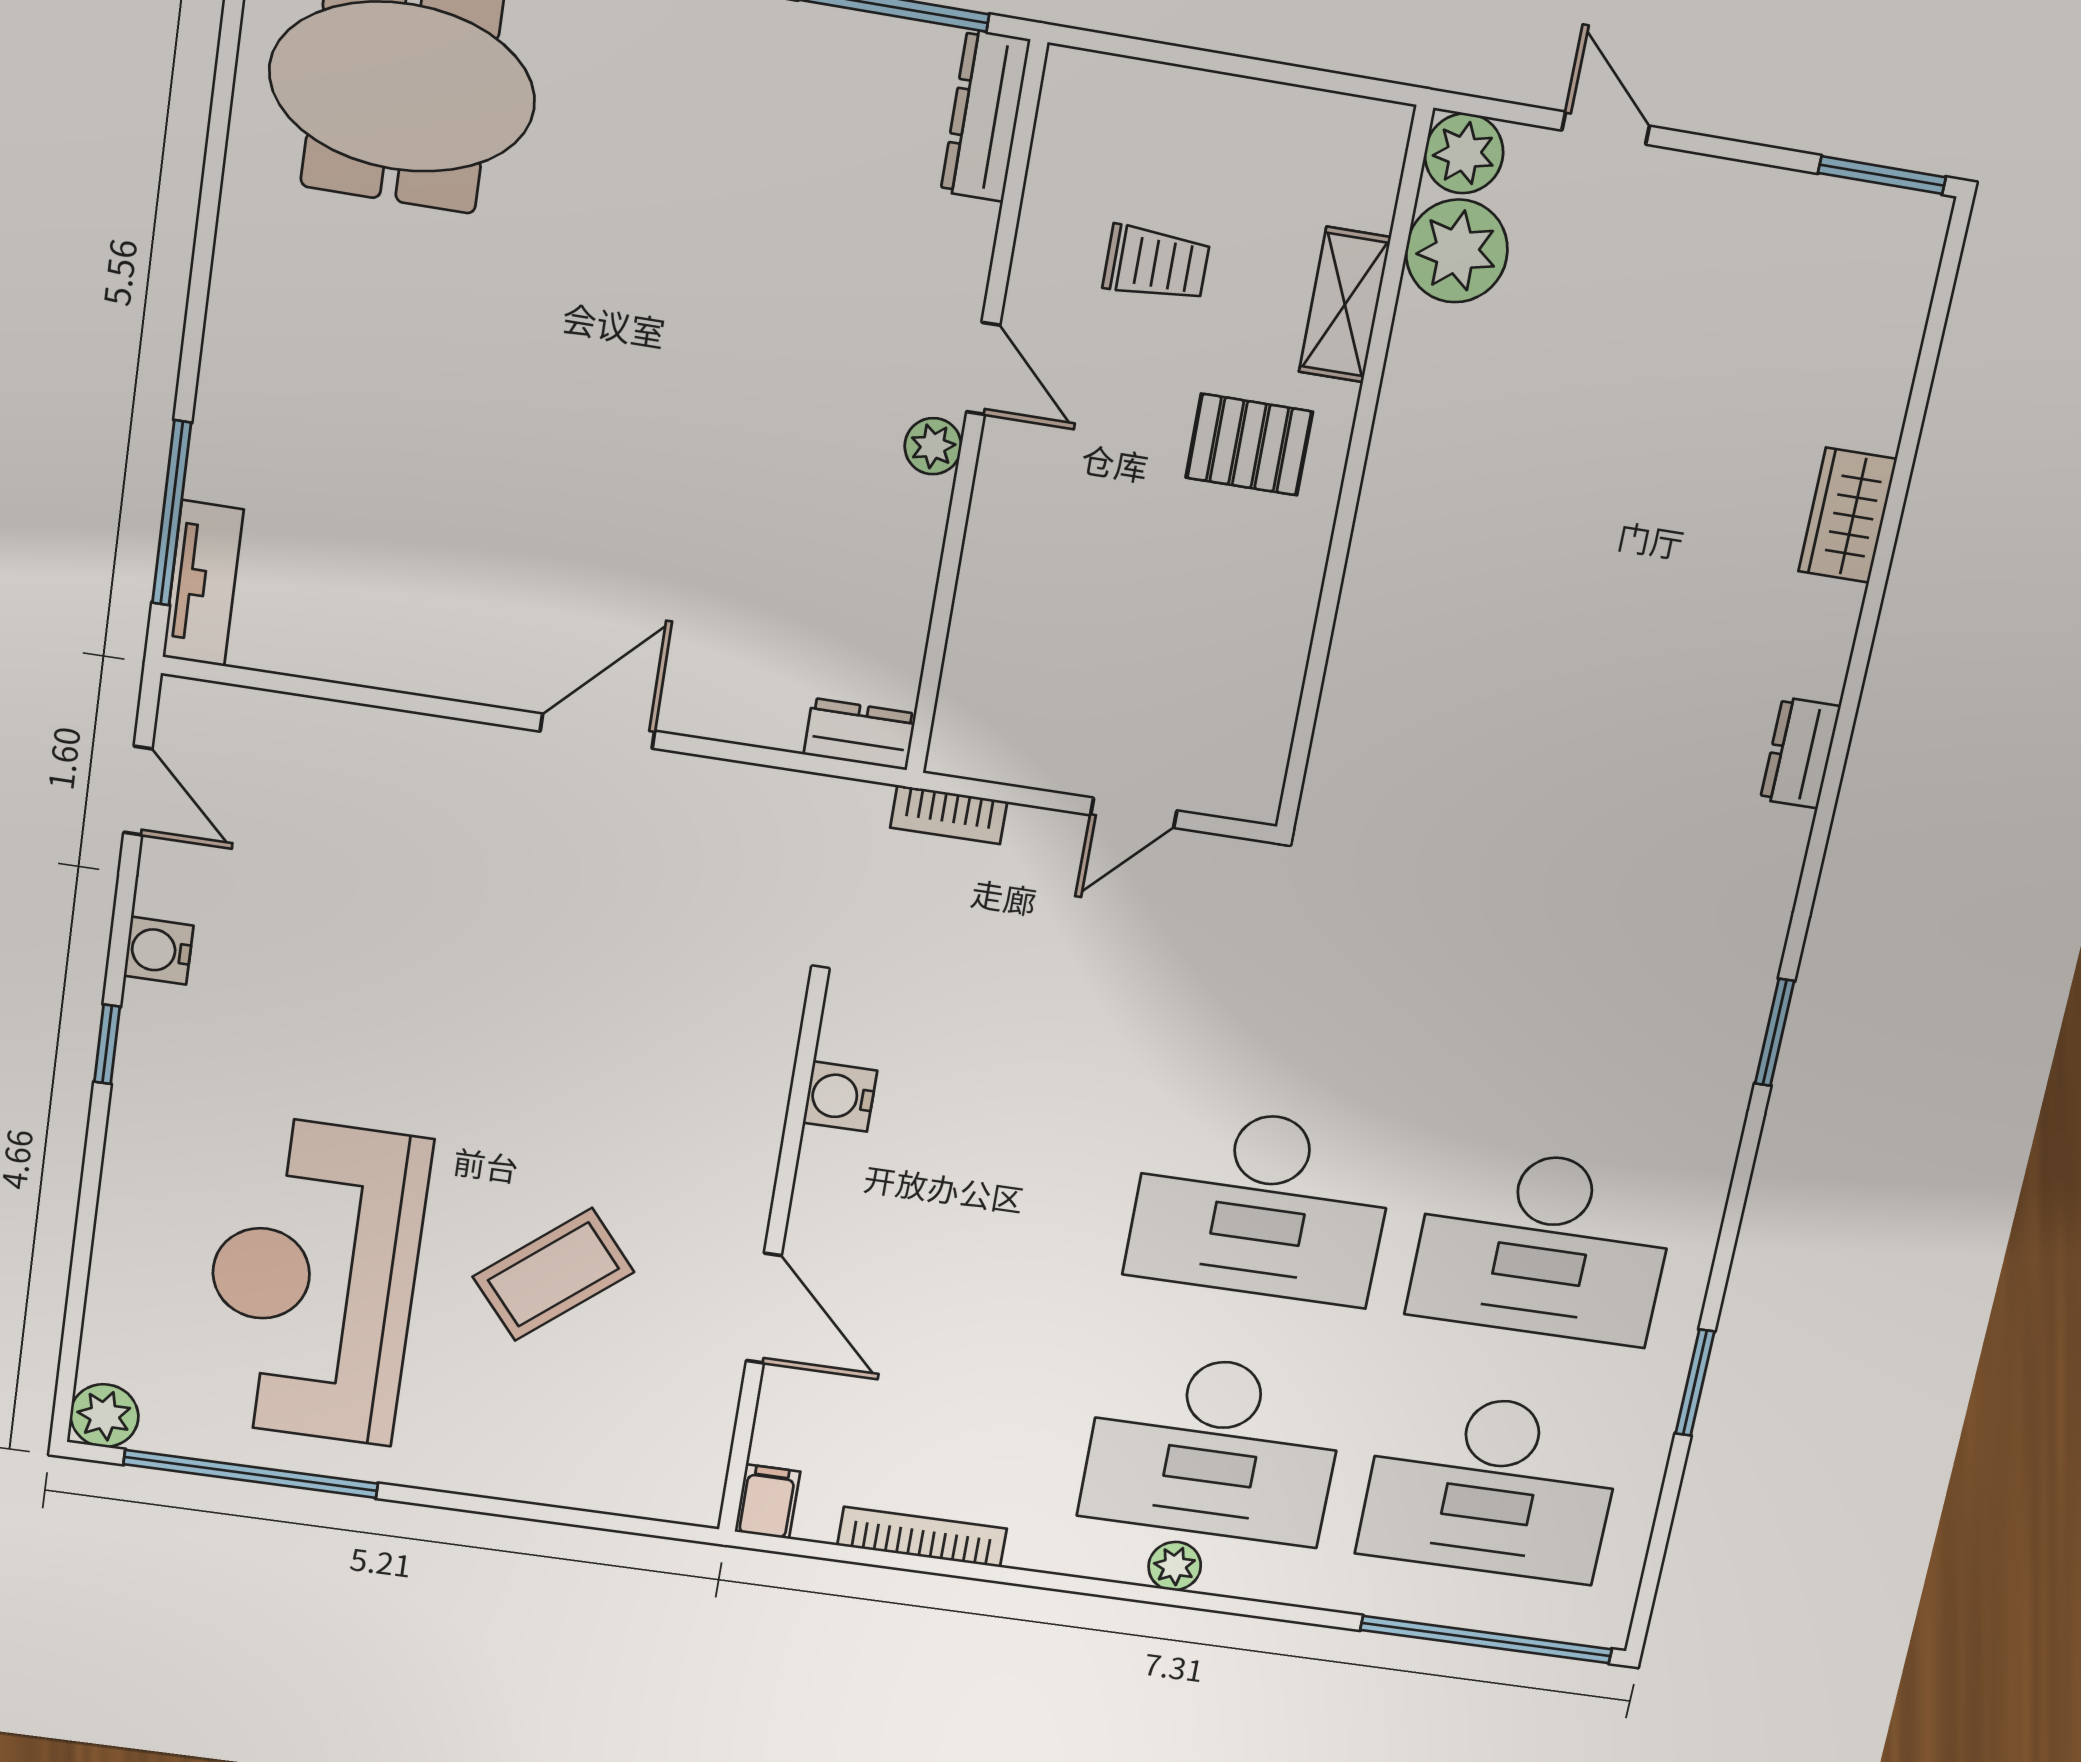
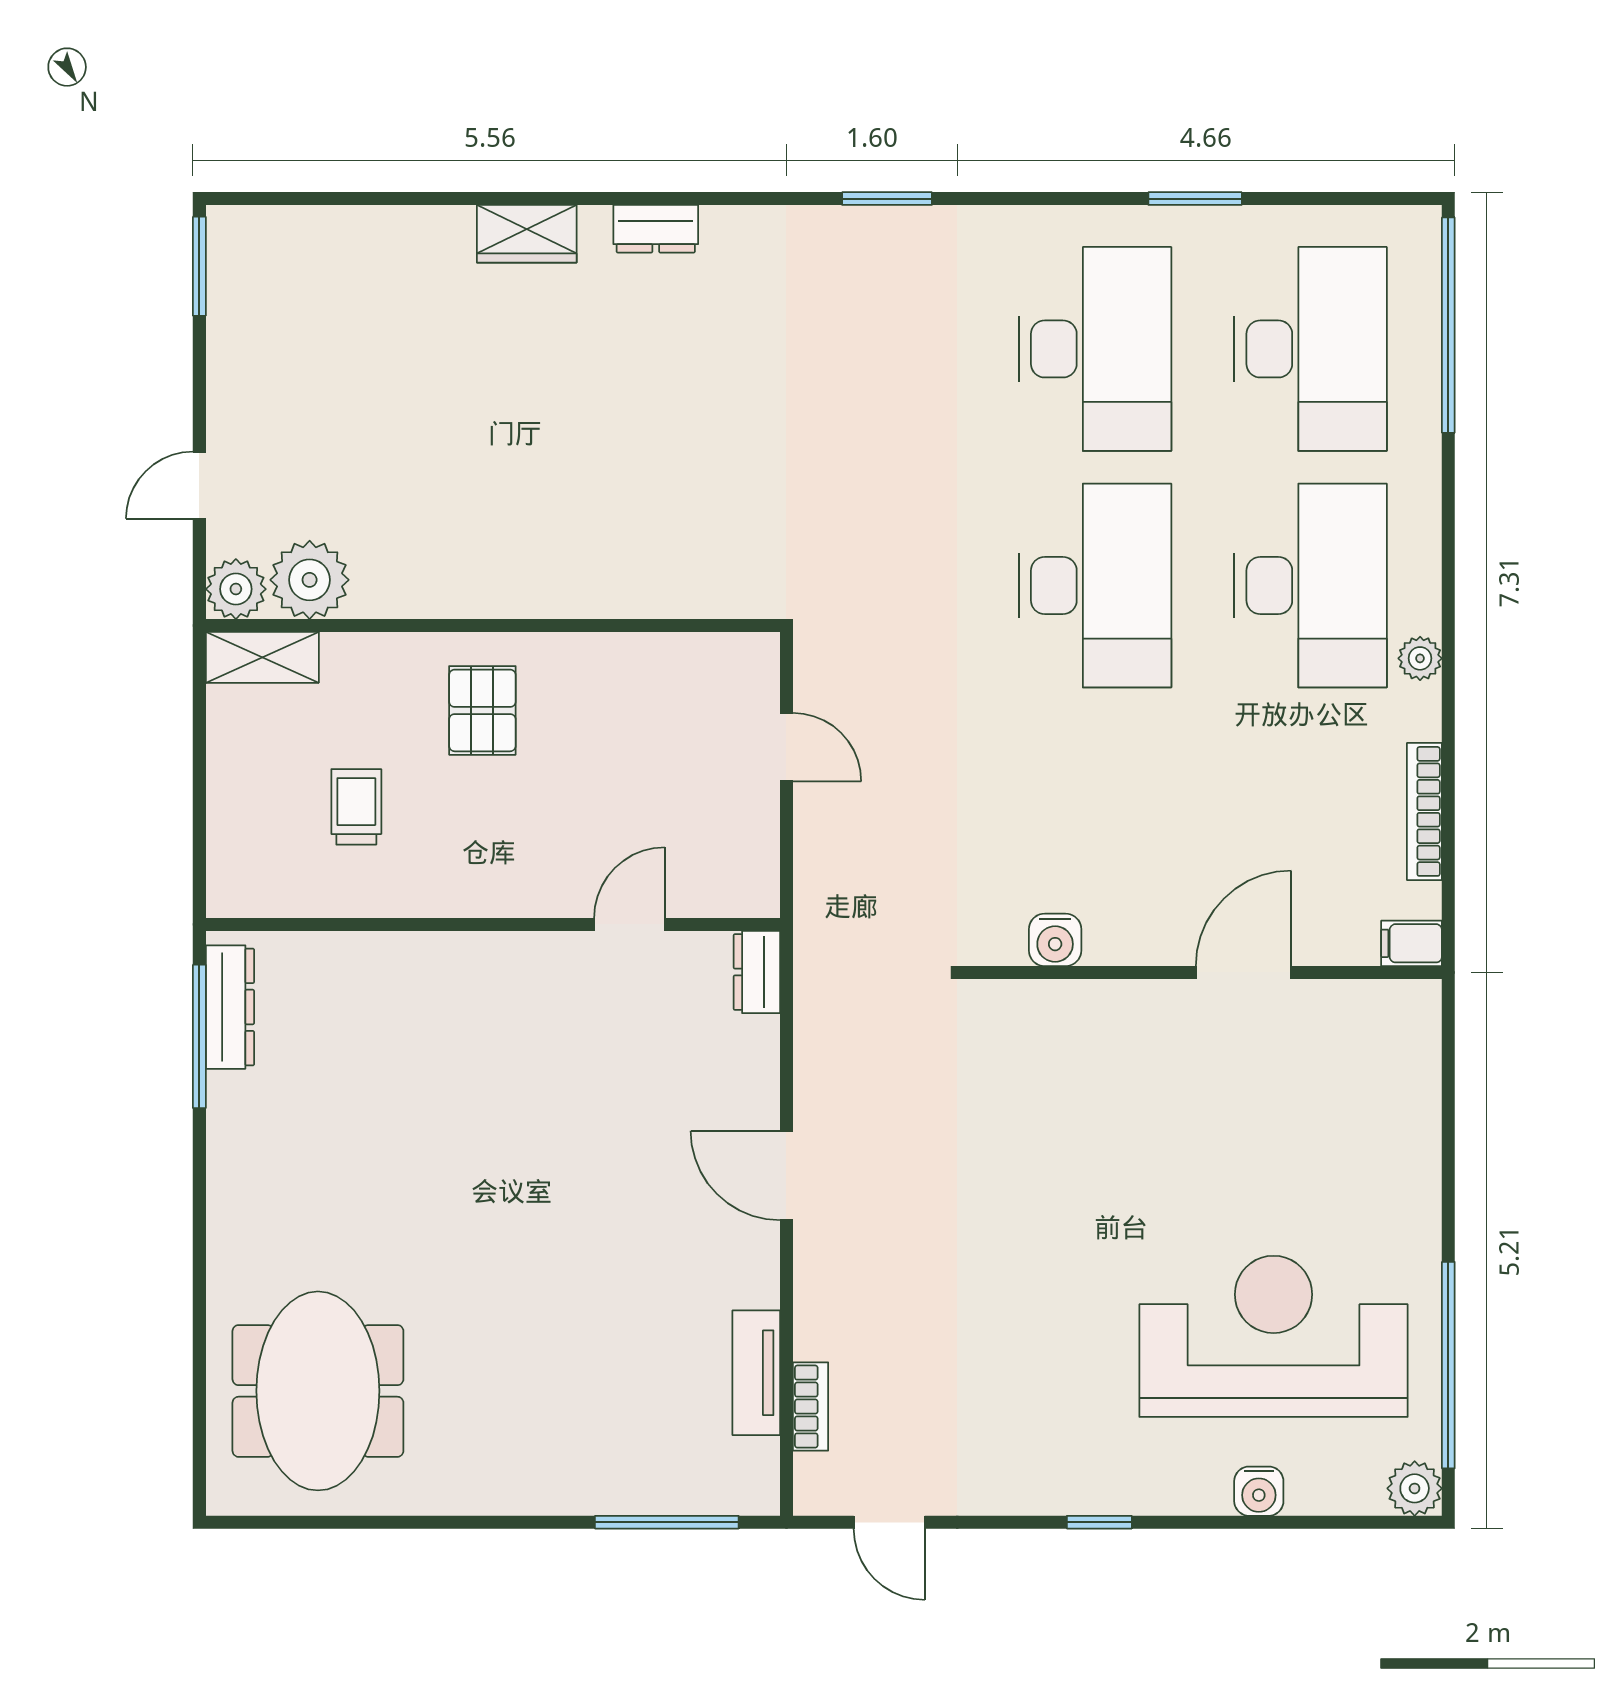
dresser: (985, 116) -> (230, 1007), moved, turned -90
shelving: (1345, 305) -> (262, 657), moved
door: (983, 369) -> (629, 924), moved
plant: (933, 446) -> (523, 953), removed
wardrobe: (1848, 515) -> (527, 234), moved
tv unit: (203, 583) -> (756, 1373), moved, turned -90
door: (138, 791) -> (889, 1522), swing flipped
bookcase: (949, 815) -> (811, 1407), moved
water cooler: (159, 951) -> (1259, 1491), moved
coffee table: (553, 1274) -> (1240, 1146), removed
reception desk: (313, 1280) -> (1274, 1336), turned 180
plant: (1175, 1566) -> (1420, 658), moved

